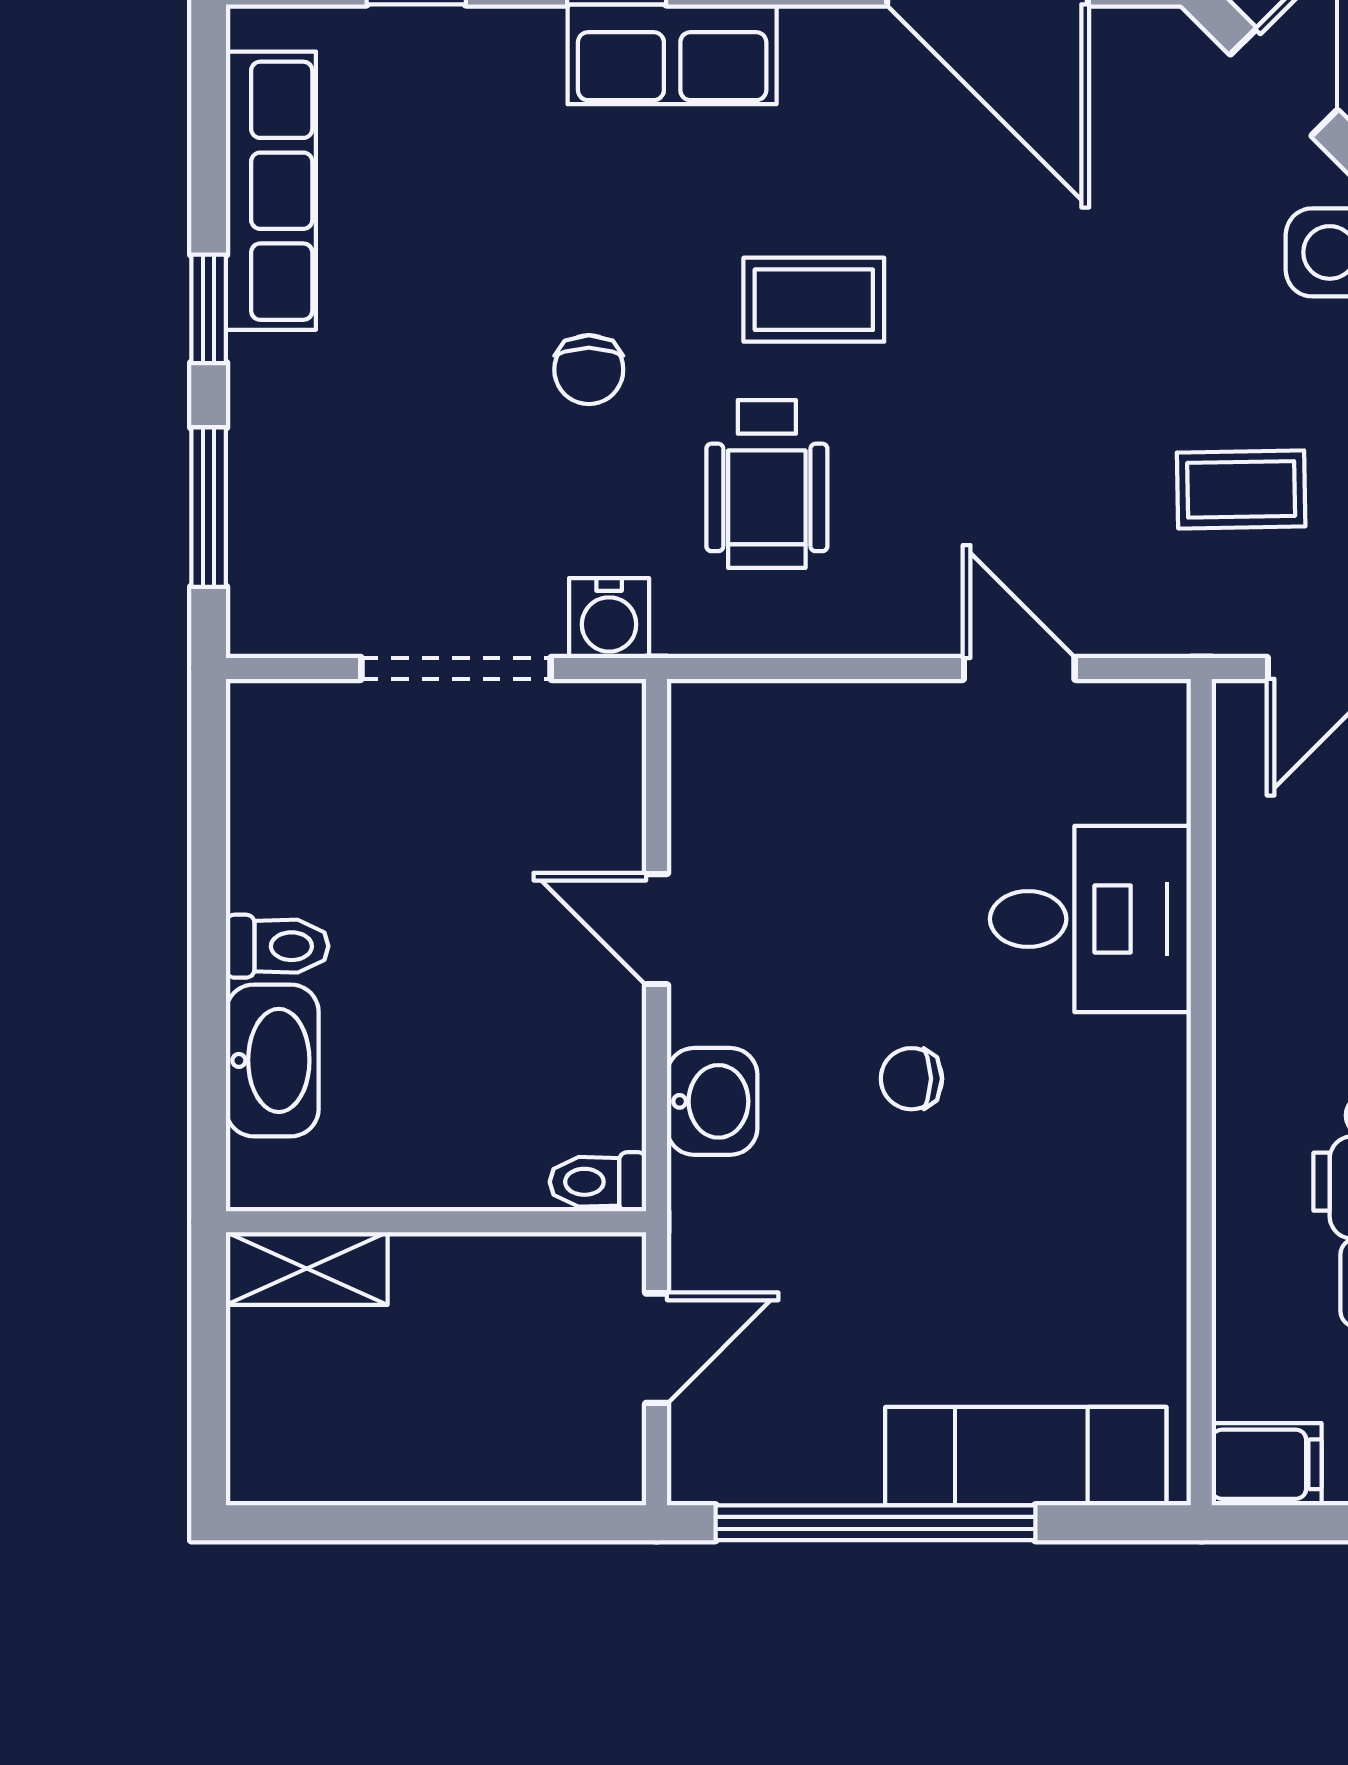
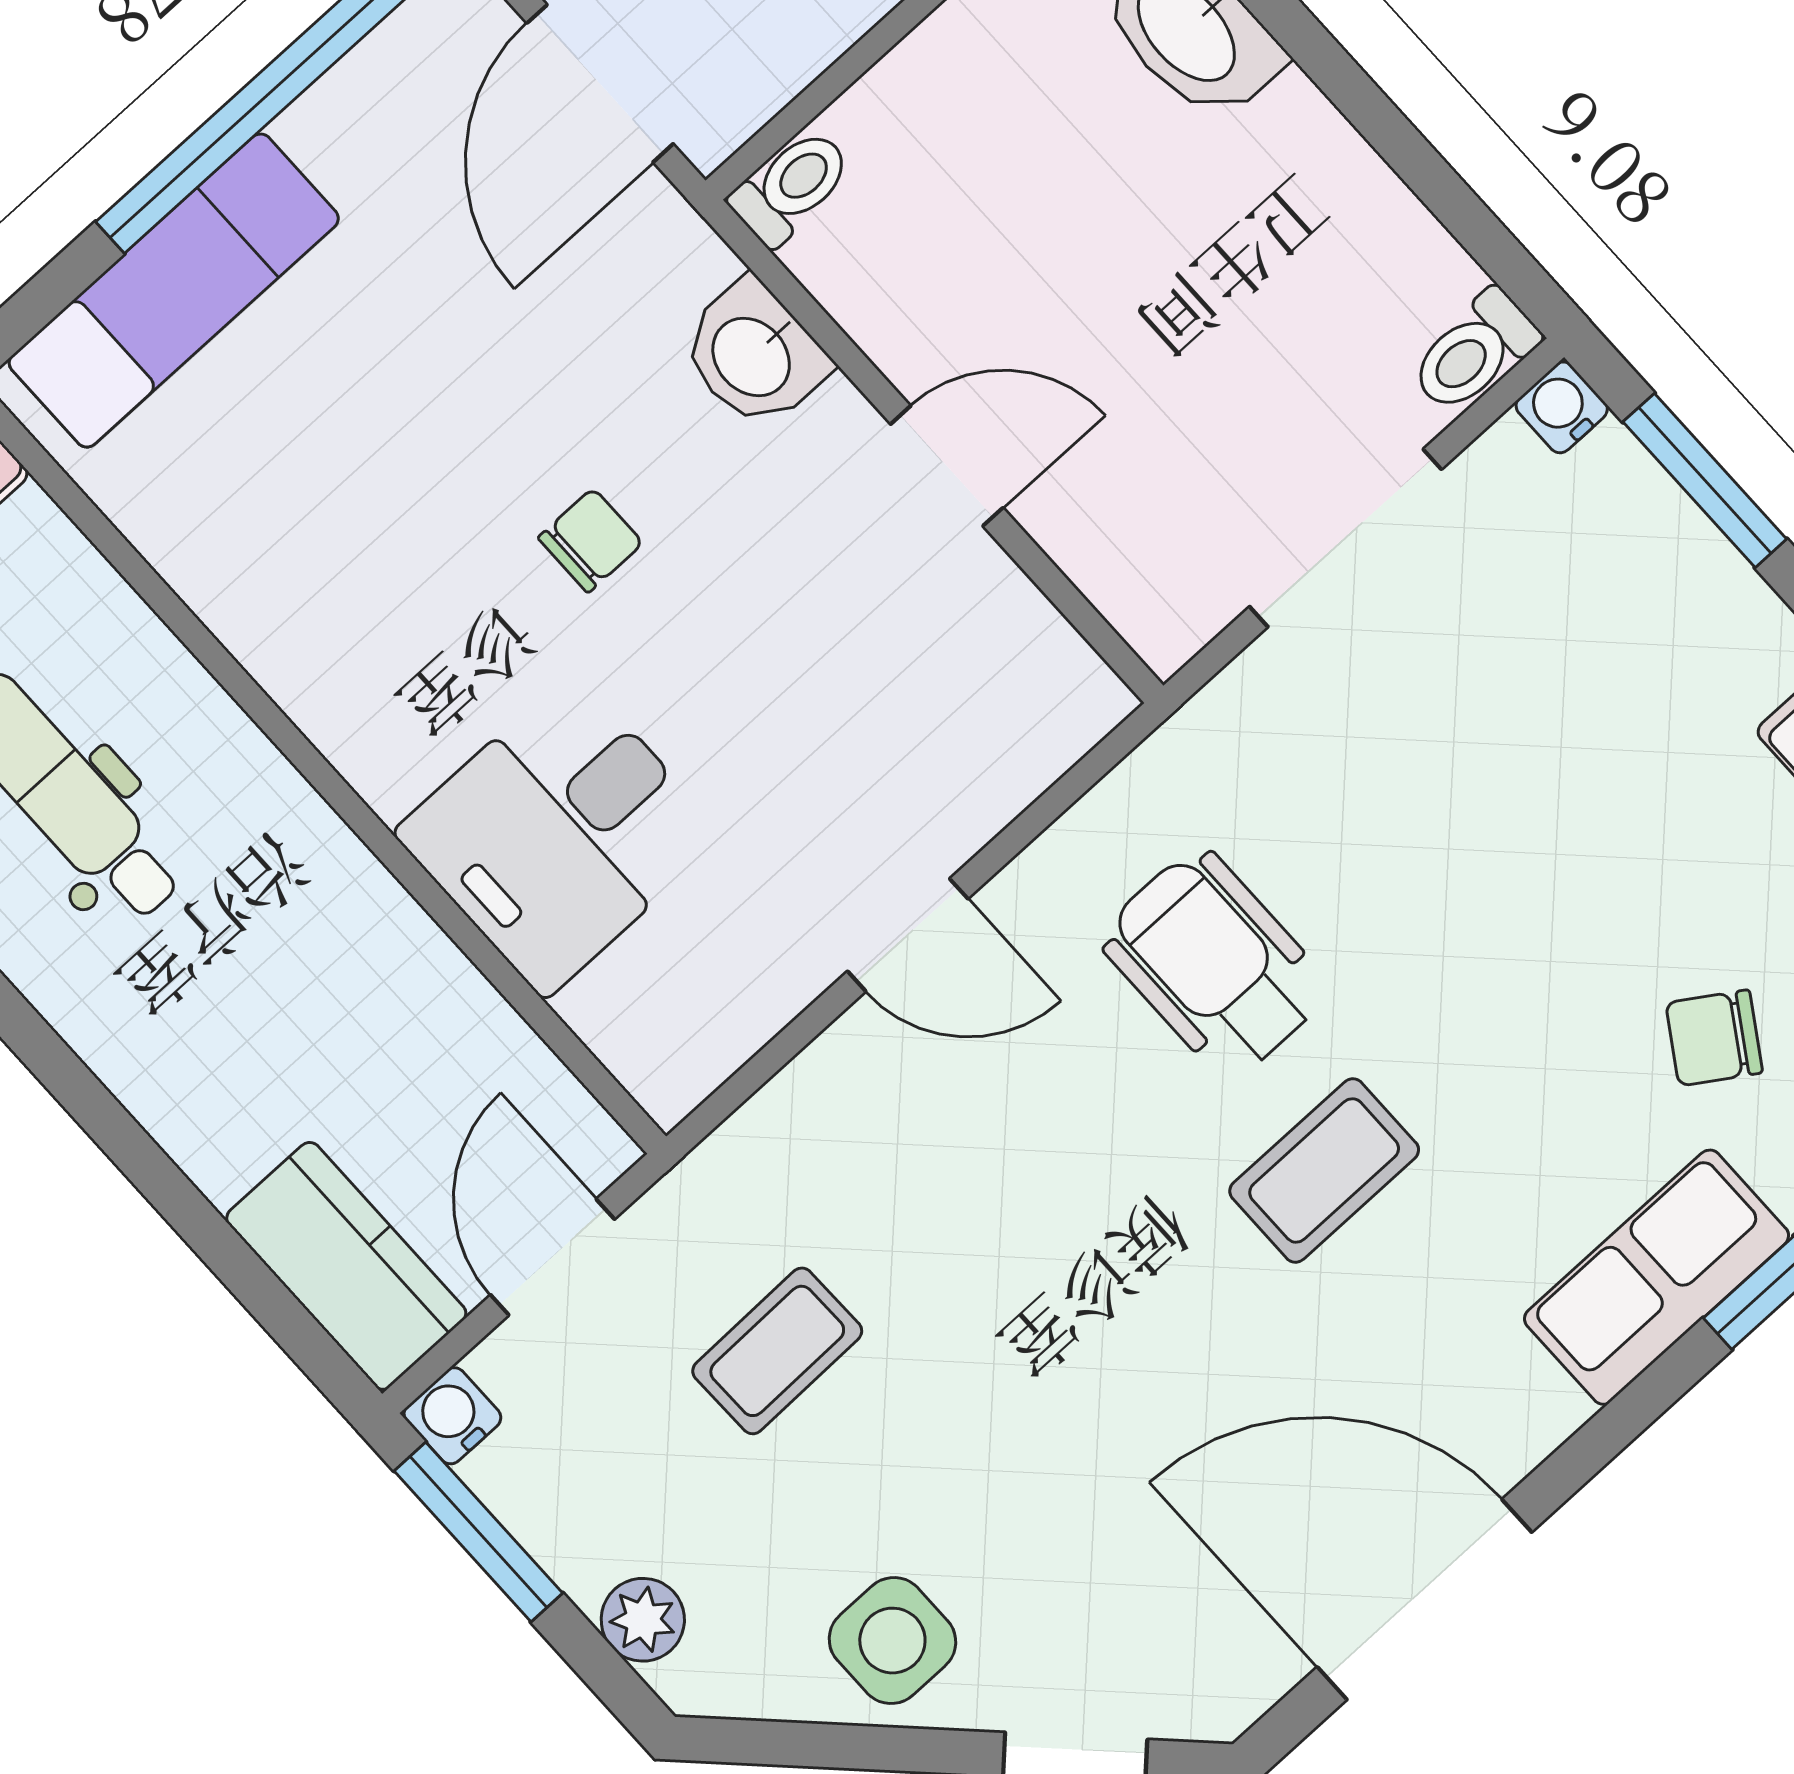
chair: (589, 370) -> (1714, 1038), moved, turned -57
water cooler: (609, 618) -> (1562, 407), moved, width x0.72, depth x0.72
door: (1019, 668) -> (908, 935), moved
toilet: (277, 946) -> (1474, 352), moved
door: (657, 1348) -> (600, 83), width x1.38

